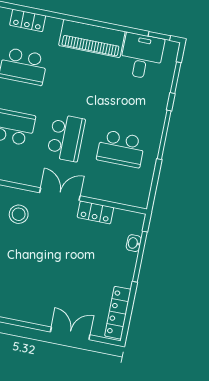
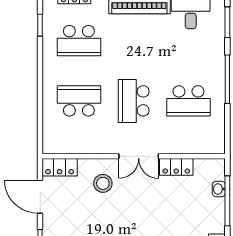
school desk: (66, 138) -> (134, 101), turned 180
double door: (60, 194) -> (139, 156), swing flipped

